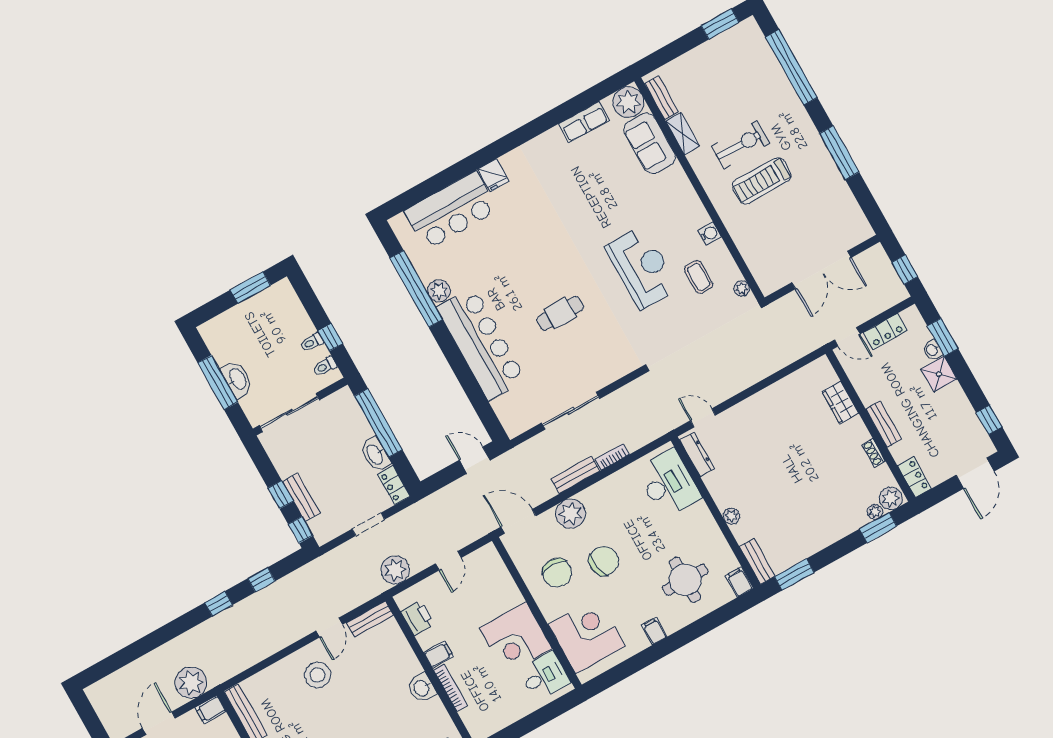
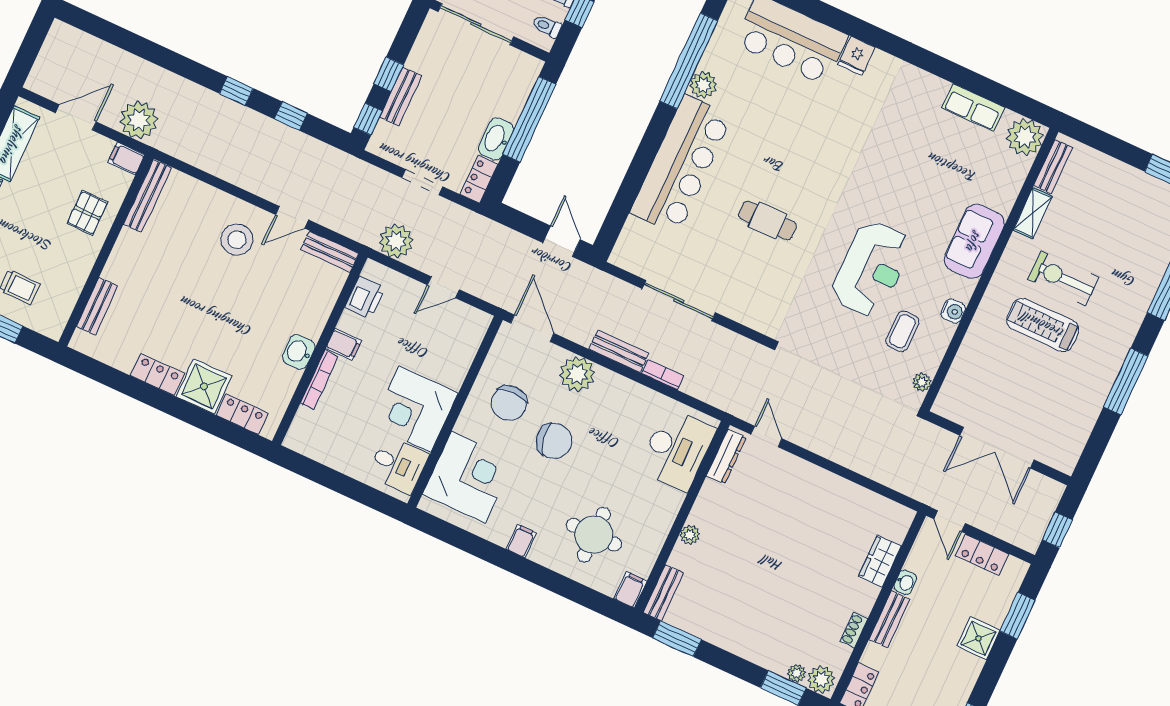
sofa: (650, 143) -> (974, 241), moved
exercise bike: (741, 145) -> (1063, 278), turned 180
washbasin: (932, 350) -> (905, 582), moved, turned 180

